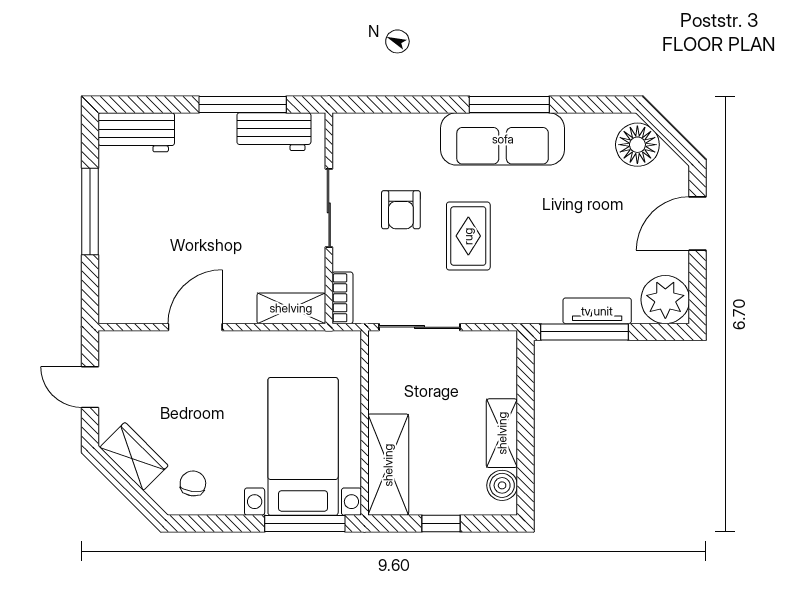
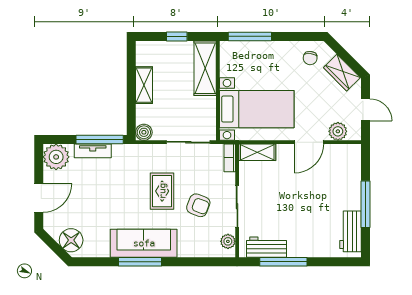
workbench: (136, 132) -> (350, 231), moved, turned -90
plant: (346, 143) -> (228, 241), added
armchair: (401, 210) -> (198, 205), turned 111
plant: (141, 347) -> (338, 131), added
bed with nightstands: (303, 446) -> (257, 109), moved, turned -90
boiler: (502, 485) -> (144, 132), moved

